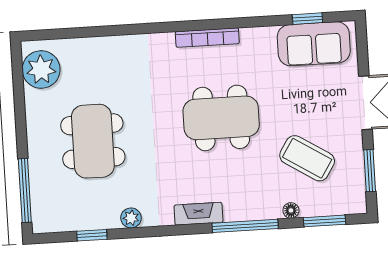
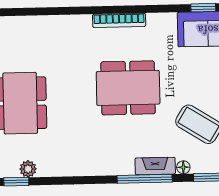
fireplace: (198, 214) -> (155, 166), moved
plant: (131, 218) -> (28, 169), moved

